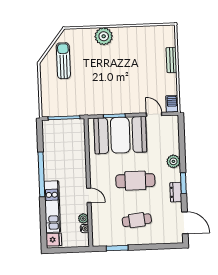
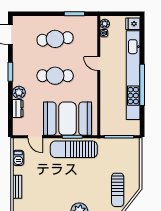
sun lounger: (112, 102) -> (74, 149), added
barbecue: (172, 104) -> (18, 158), moved
dresser: (176, 192) -> (18, 109), moved
kitchen unit: (52, 207) -> (133, 75), width x1.86
plant: (83, 218) -> (105, 24), moved
cafe table: (137, 220) -> (55, 39), width x1.37, depth x1.35

